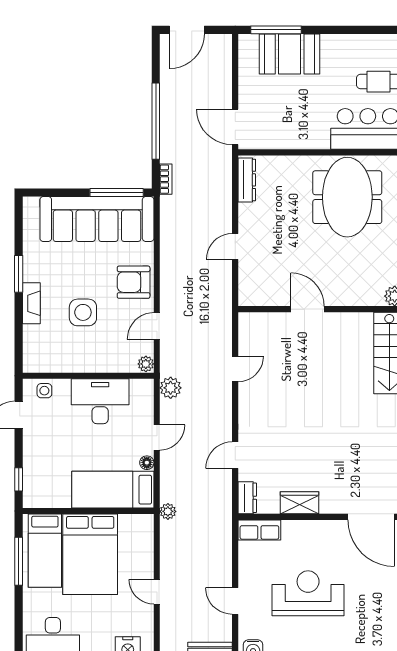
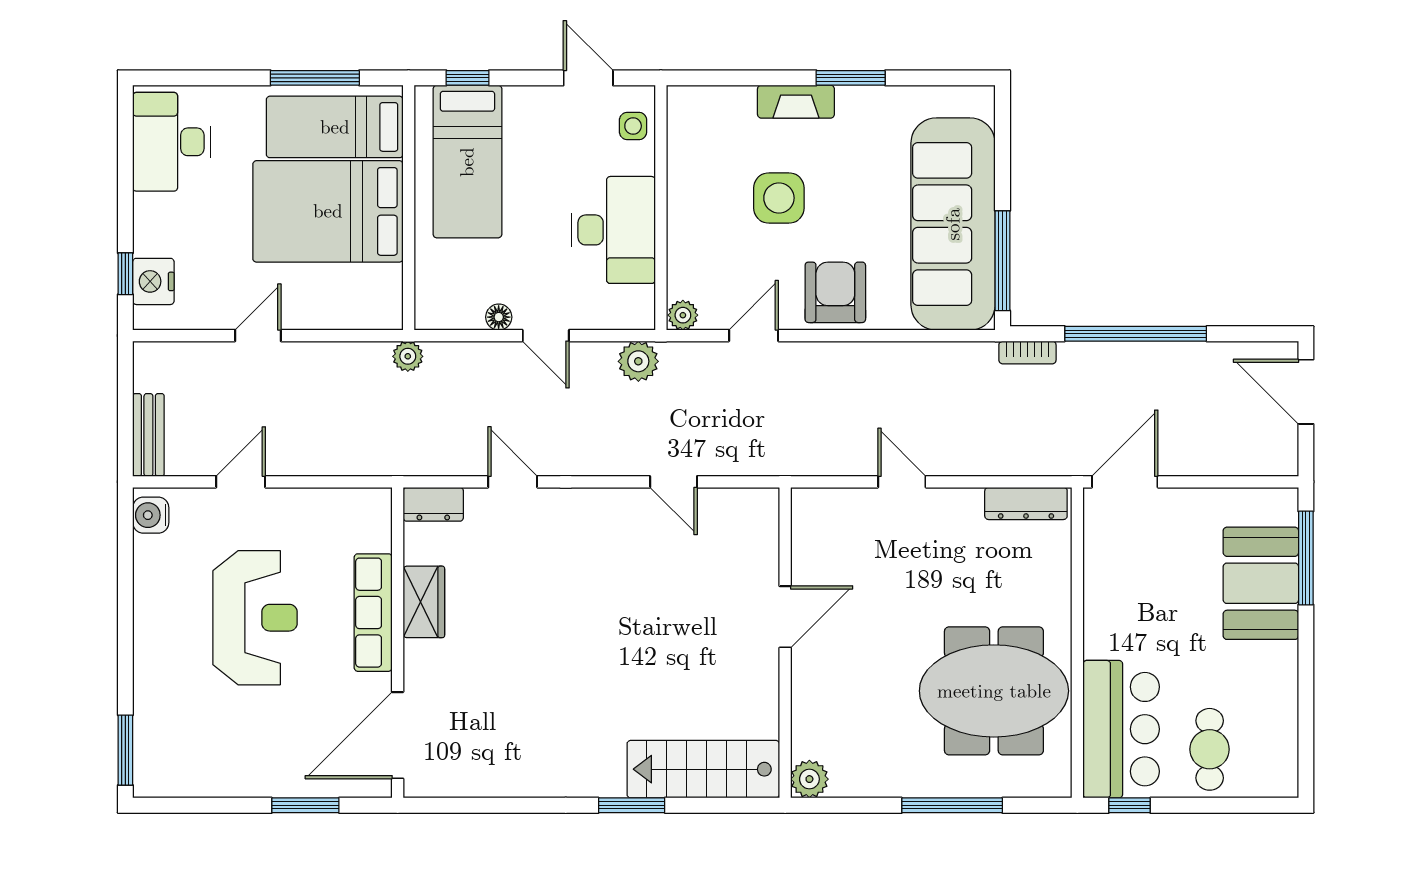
door: (157, 326) -> (754, 336), hinge flipped
bed: (113, 490) -> (467, 162), moved, turned 180
row of seats: (259, 530) -> (373, 613), moved, width x1.48

